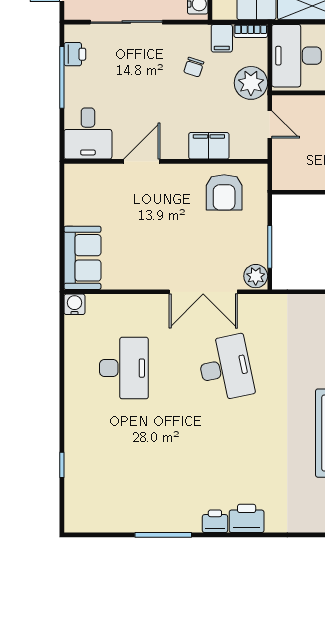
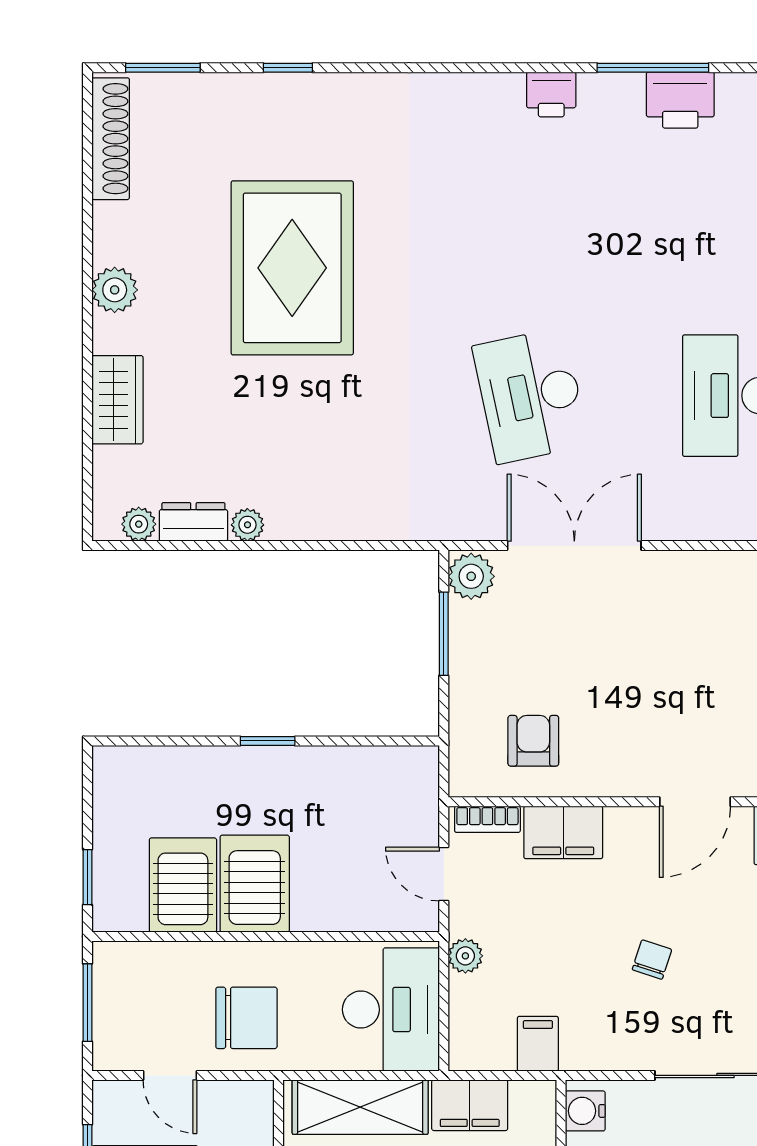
bookcase: (251, 31) -> (487, 819), moved, turned 180
chair: (194, 67) -> (652, 960), moved
plant: (251, 83) -> (465, 956), width x0.53, depth x0.53
armchair: (224, 192) -> (533, 741), width x0.72, depth x0.72
printer: (247, 518) -> (680, 100), moved

